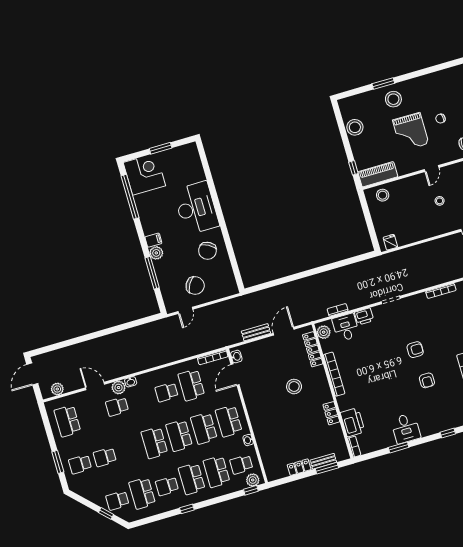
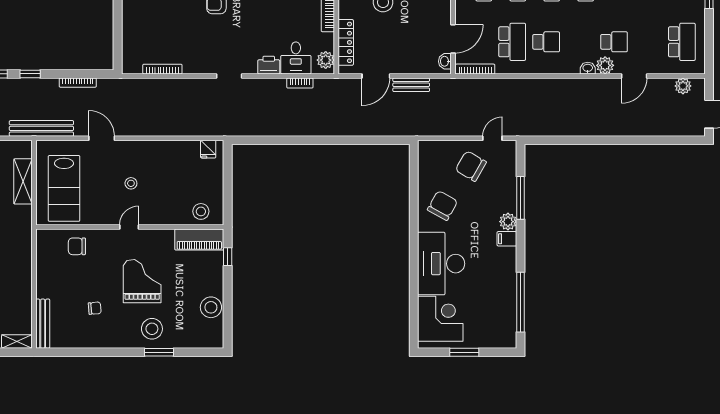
chair: (440, 119) -> (95, 308), moved
corner desk: (144, 174) -> (440, 319), moved, turned 180
door: (95, 386) -> (634, 76), hinge flipped

